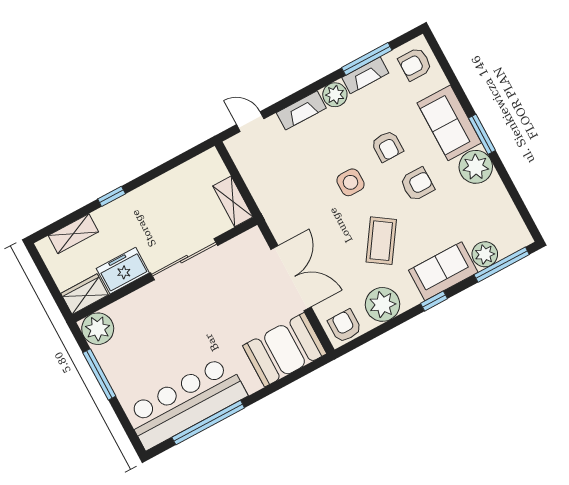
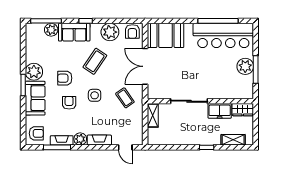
coffee table: (296, 206) -> (125, 98), added
plant: (98, 329) -> (245, 66), moved

